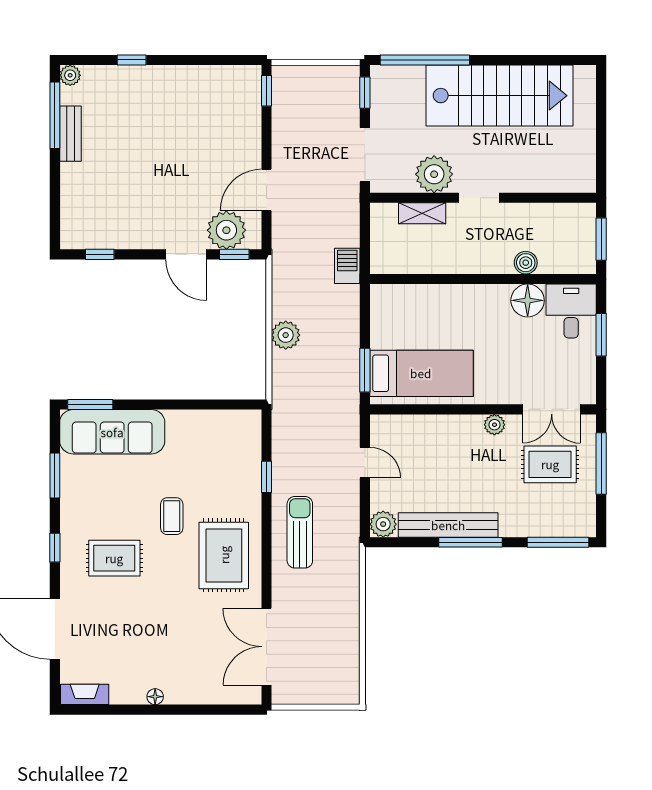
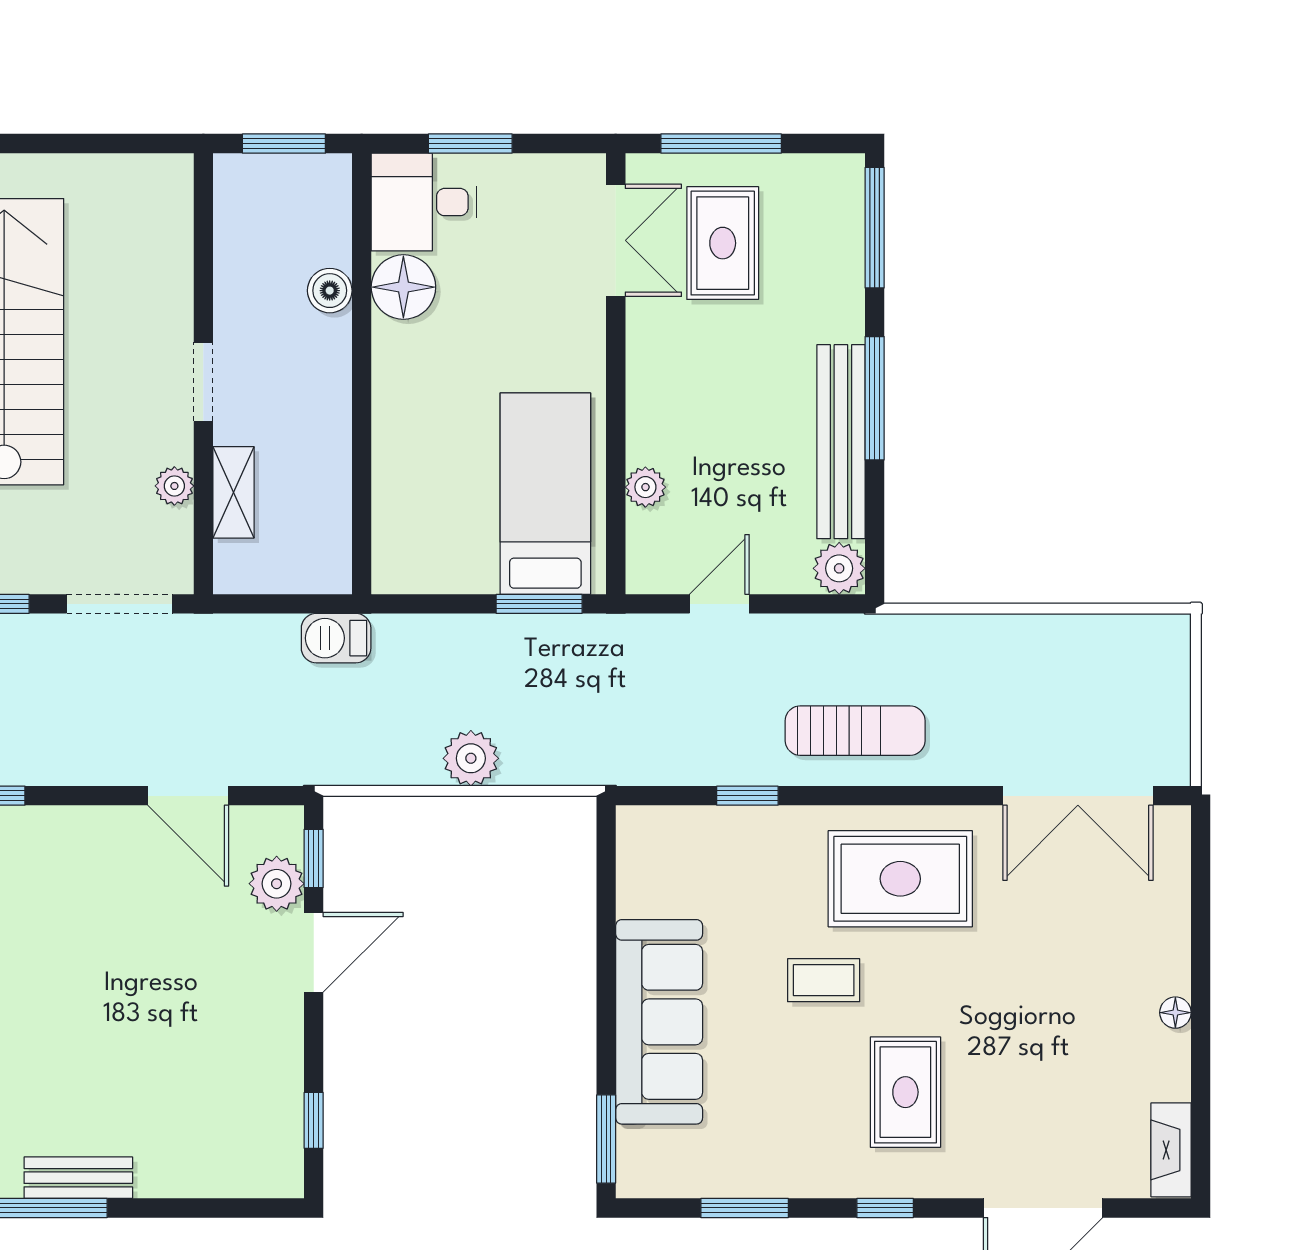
plant: (434, 174) -> (174, 486), width x0.53, depth x0.53
plant: (226, 230) -> (277, 884), width x0.73, depth x0.73
plant: (494, 425) -> (645, 487), moved
sofa: (112, 432) -> (659, 1022), moved
sun lounger: (300, 532) -> (855, 731), turned 180

